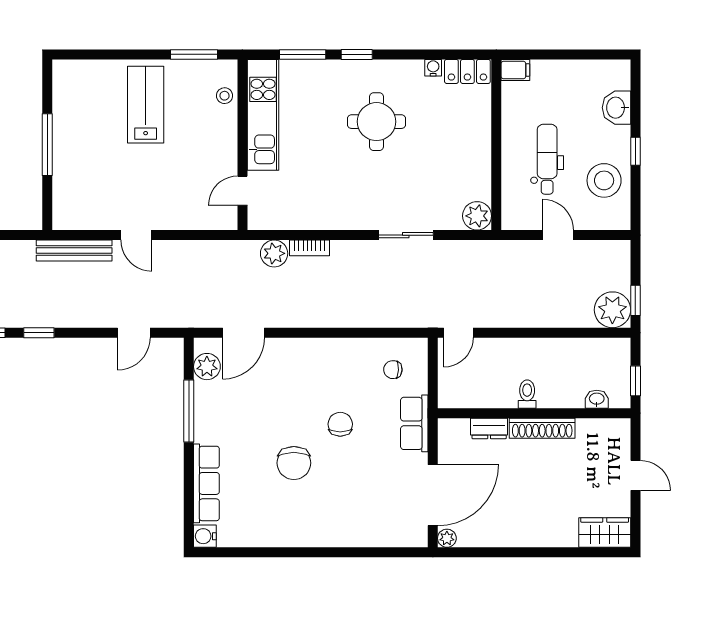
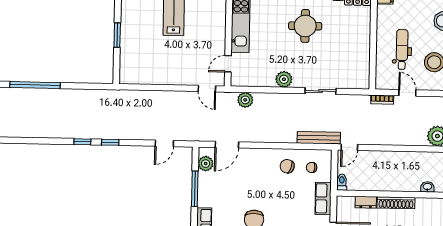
stool: (225, 96) -> (219, 9), removed
window: (47, 145) -> (117, 35), width x0.69
plant: (477, 216) -> (284, 79), moved
door: (136, 235) -> (207, 89), moved
bookcase: (310, 248) -> (382, 100), moved
bench: (74, 251) -> (319, 138), moved
toilet: (527, 394) -> (342, 182), moved
chair: (340, 424) -> (287, 166), moved, turned -71

